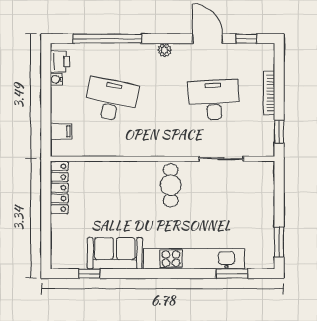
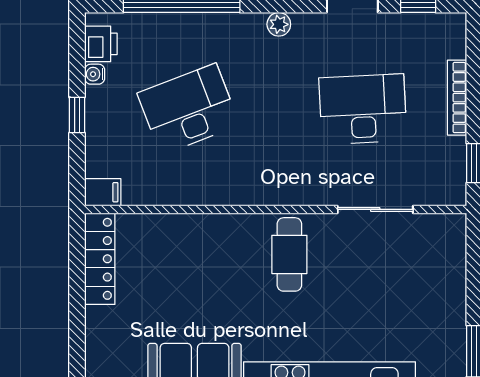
desk: (111, 100) -> (188, 109), turned -33
window: (46, 103) -> (77, 115), added
filing cabinet: (61, 131) -> (103, 192), moved

